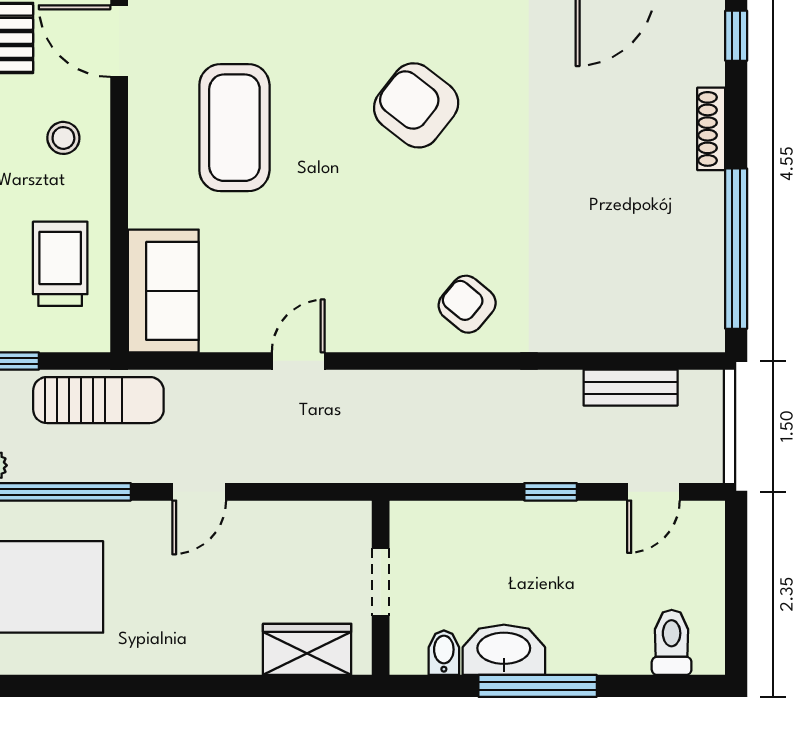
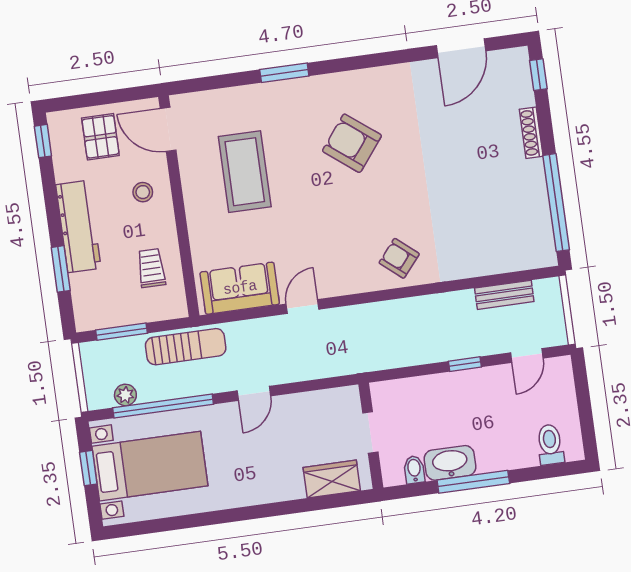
trolley: (60, 264) -> (151, 268), width x0.73, depth x0.72
sofa: (163, 291) -> (240, 288), moved, turned -90

